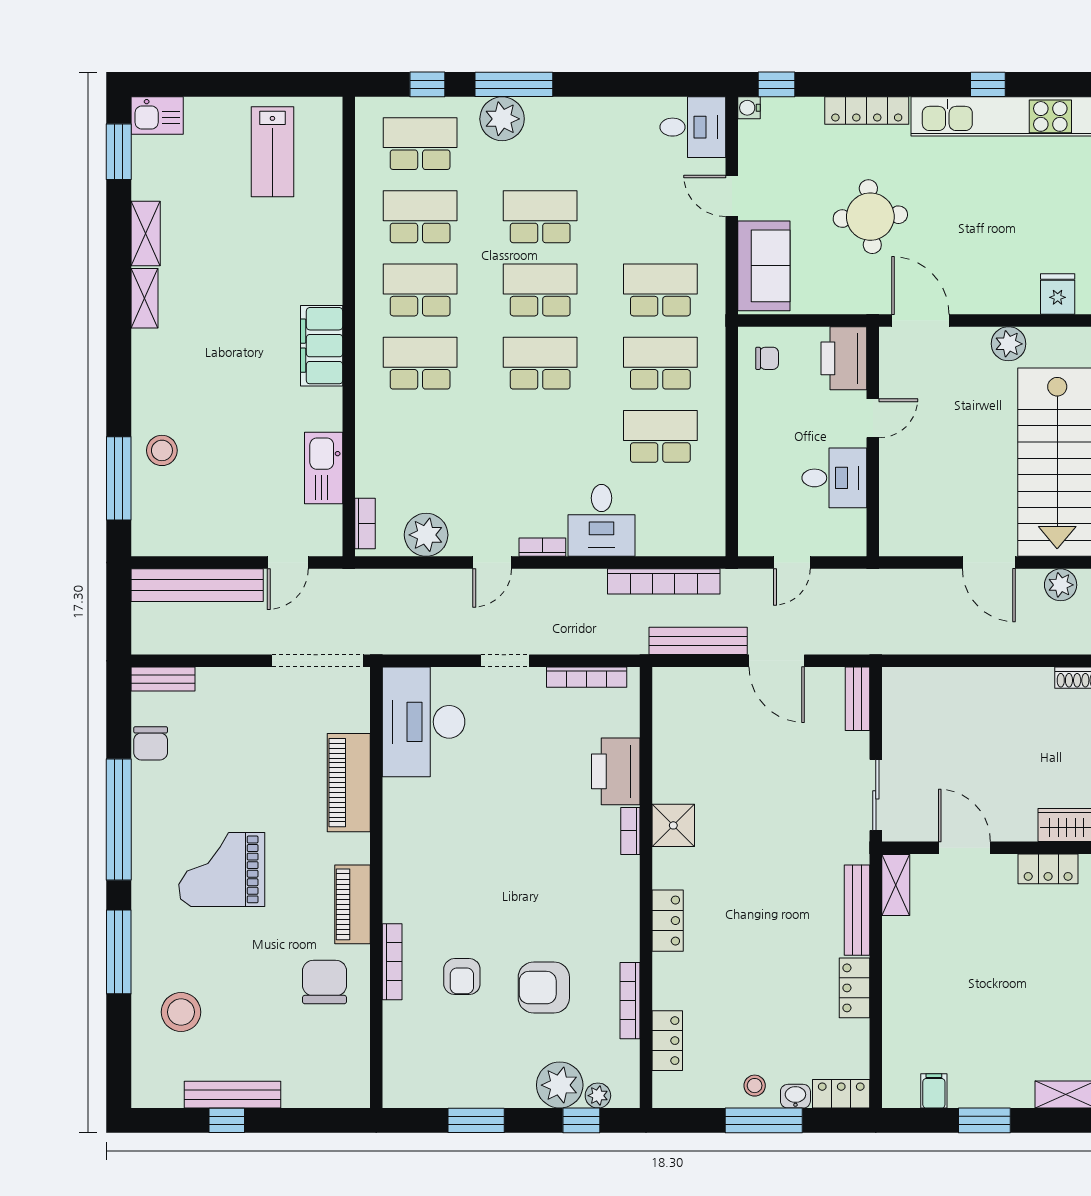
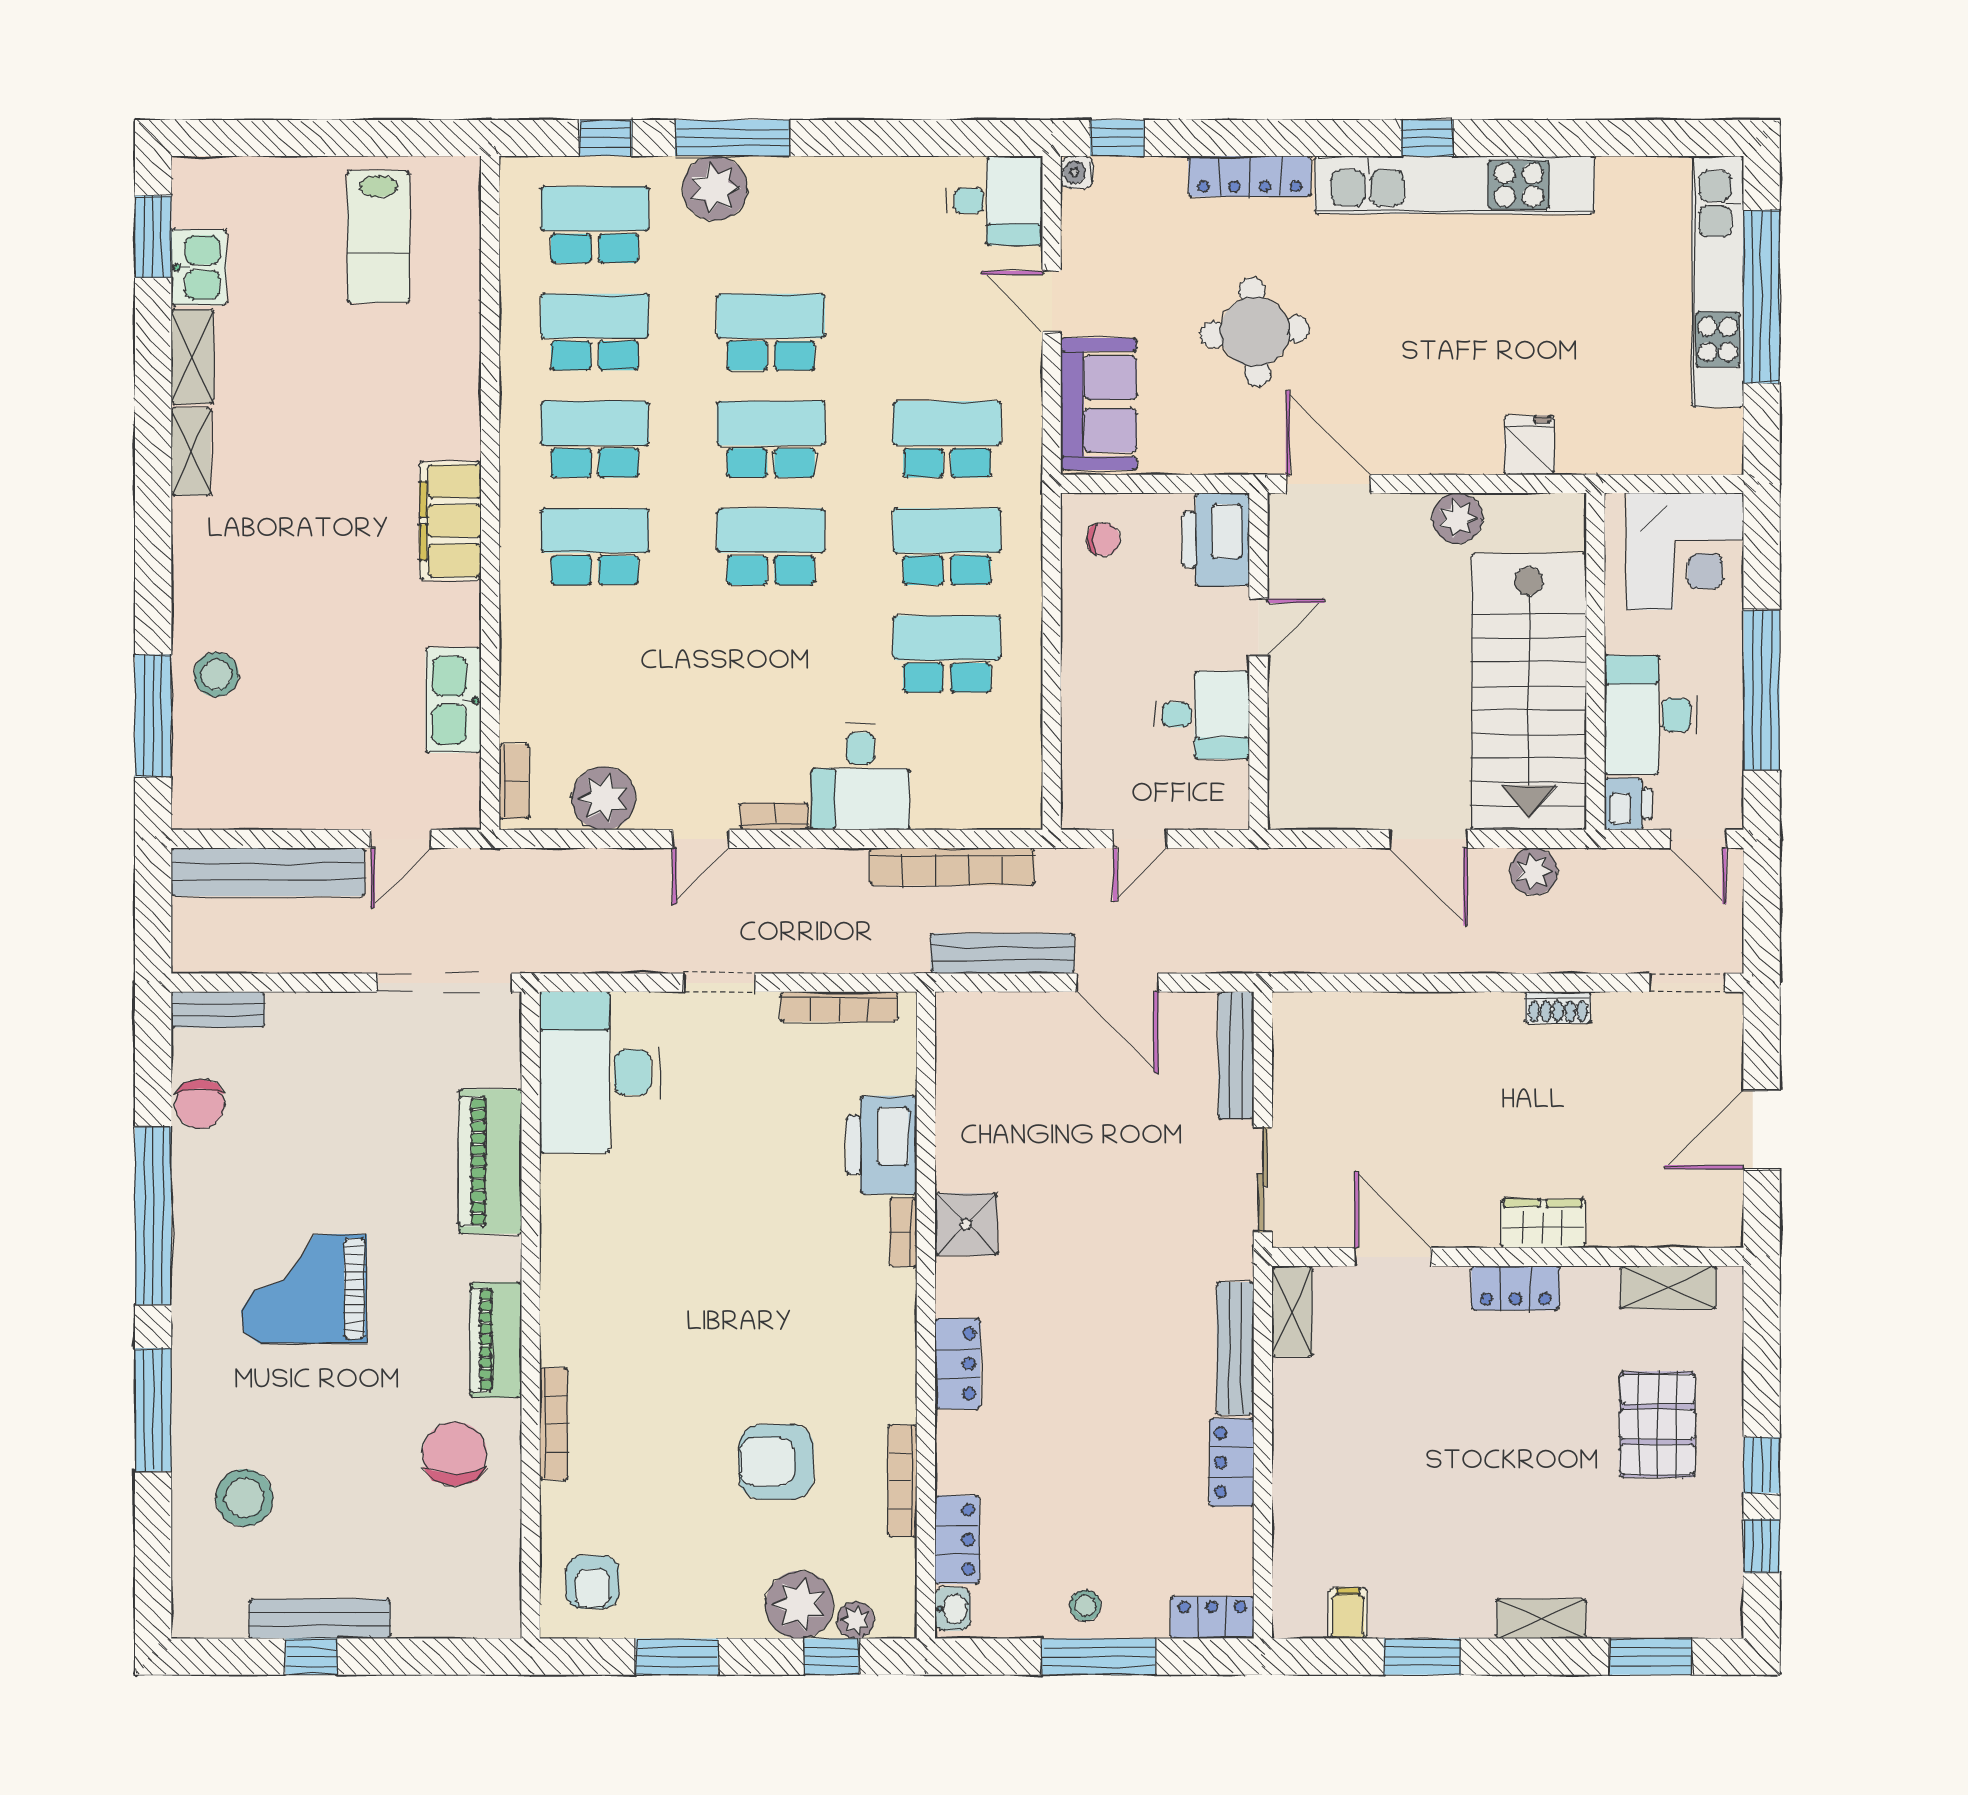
kitchen sink: (157, 116) -> (199, 267), moved, turned -90
bench: (858, 699) -> (1236, 1055), width x1.36
armchair: (462, 977) -> (593, 1582), moved
washbasin: (795, 1096) -> (952, 1609), moved, turned 90

